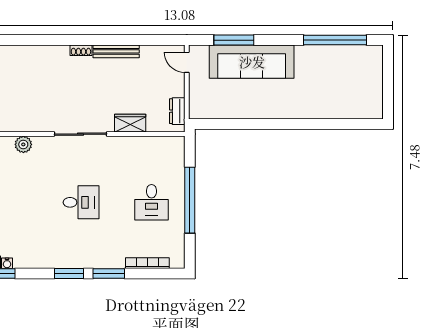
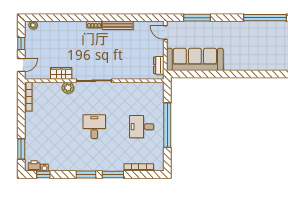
sofa: (252, 62) -> (195, 59), moved, turned 180
wardrobe: (130, 123) -> (61, 73), moved
plant: (23, 144) -> (68, 88), moved
desk: (81, 202) -> (94, 127), turned -90
desk: (152, 202) -> (142, 127), turned 90

